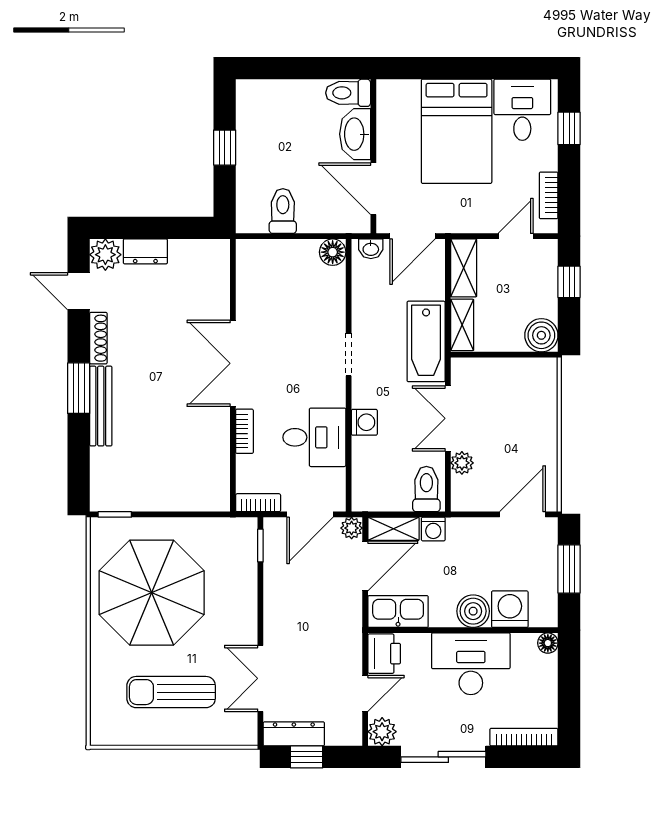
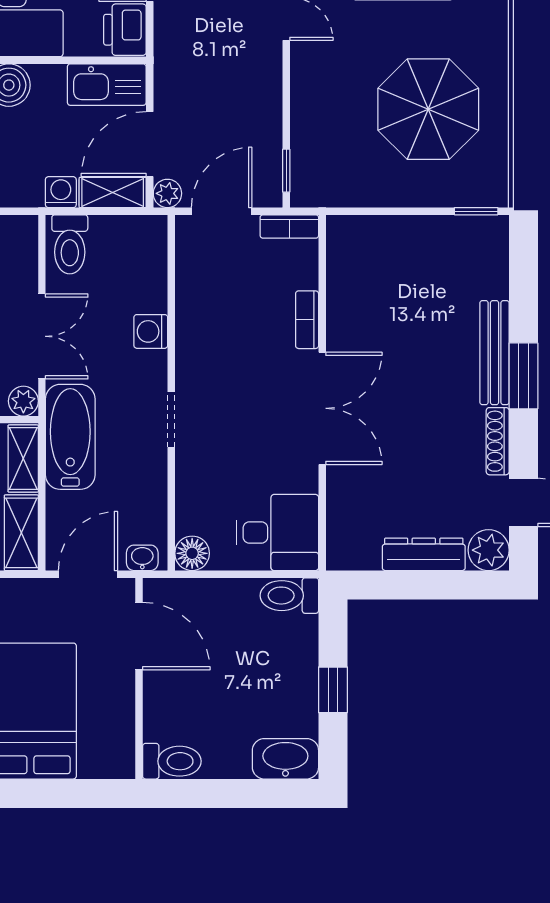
washbasin: (355, 134) -> (285, 759), moved, turned -90
toilet: (283, 211) -> (289, 596), moved, turned 90
dresser: (145, 251) -> (424, 554), width x1.44
desk: (314, 437) -> (278, 533), moved, turned 180
plant: (462, 463) -> (23, 401), moved
parasol: (152, 593) -> (428, 109), width x0.73, depth x0.73

